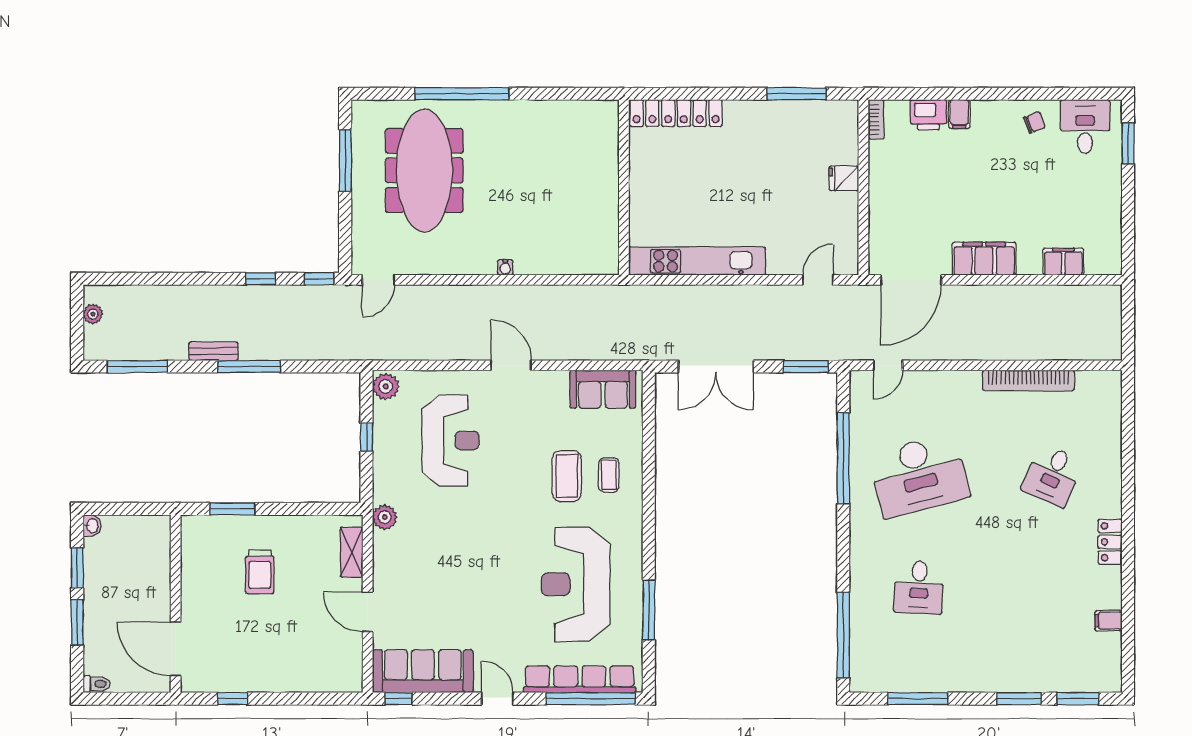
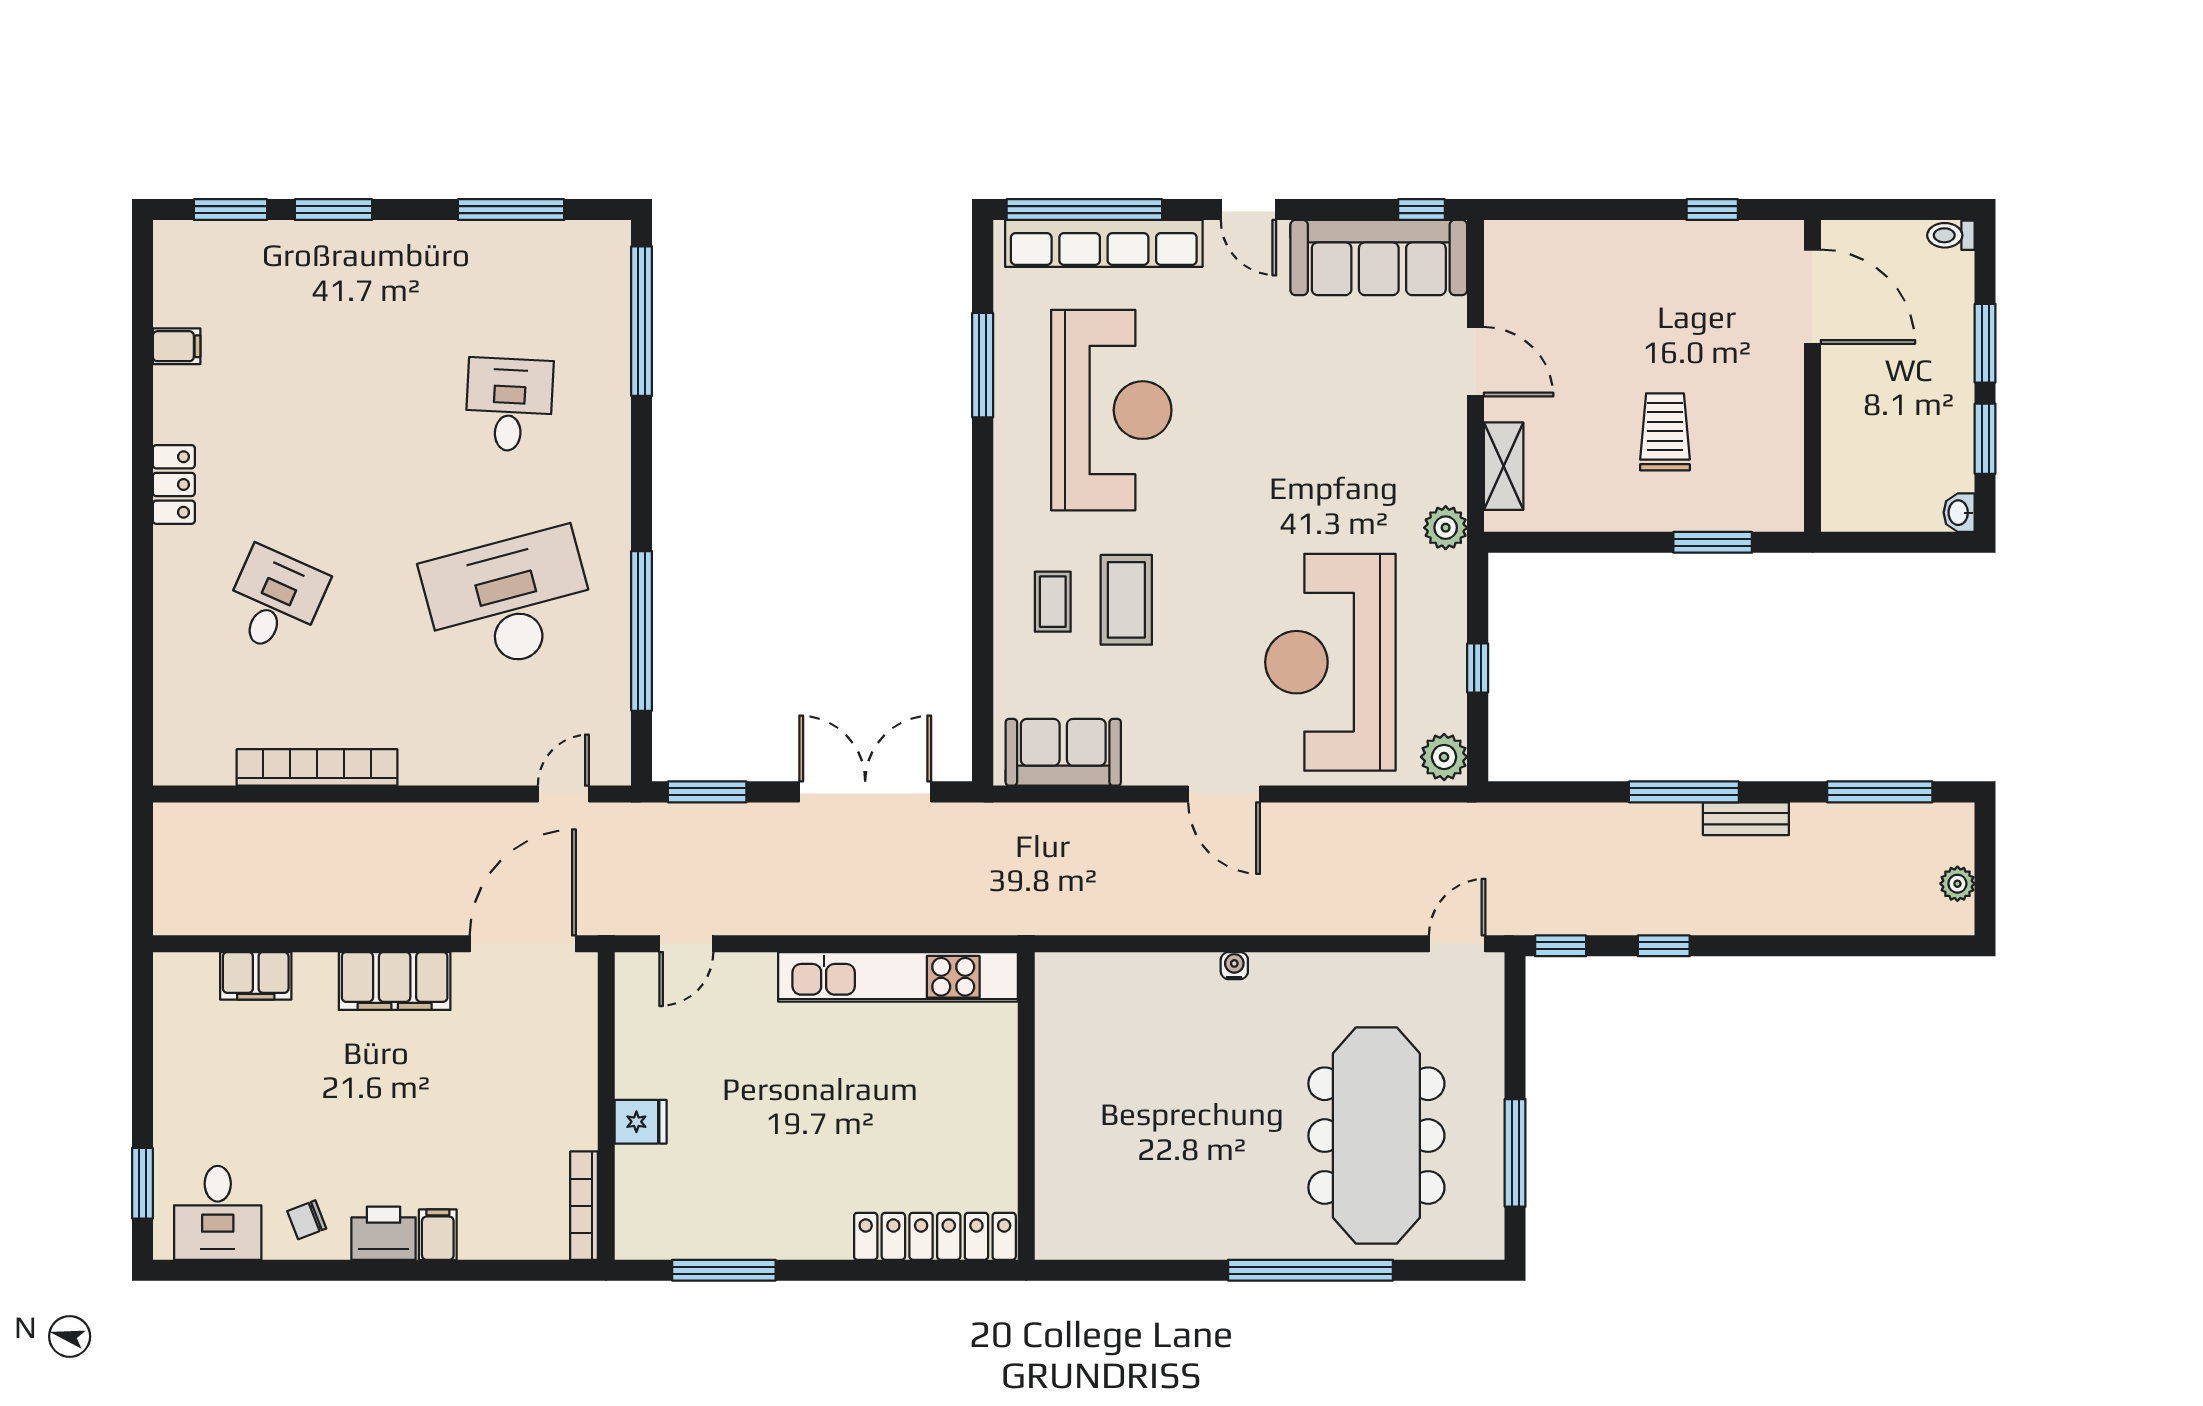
printer: (928, 115) -> (384, 1233), moved
bookcase: (876, 119) -> (584, 1206), width x1.56
reception desk: (451, 440) -> (1330, 662), width x1.36, depth x1.30

